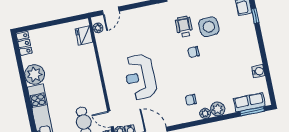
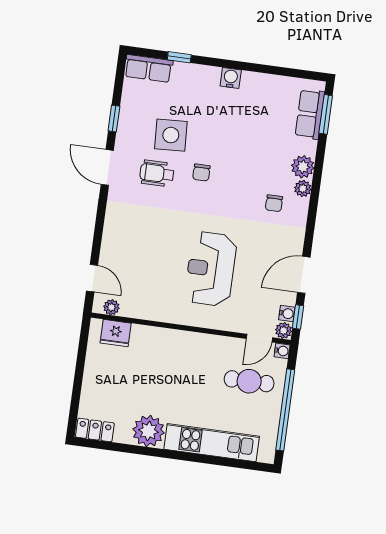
water cooler: (258, 71) -> (231, 78), moved
reception desk: (140, 77) -> (211, 269), turned 90

